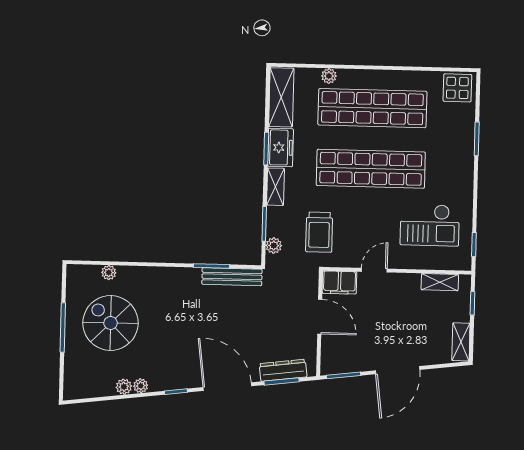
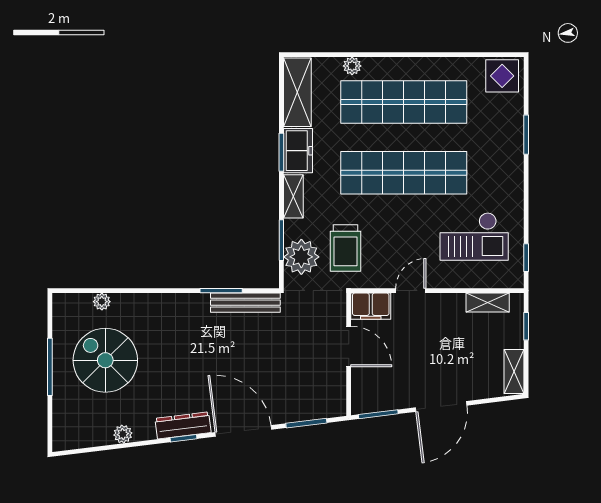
plant: (274, 246) -> (301, 257), width x1.88, depth x1.88
dresser: (283, 370) -> (183, 425), moved
plant: (141, 386) -> (142, 432), removed

